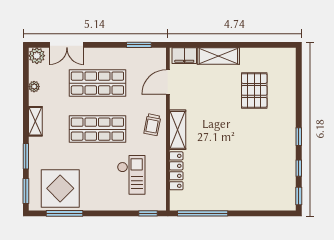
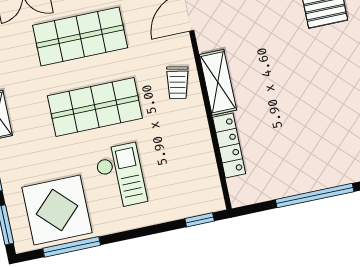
checkout: (131, 175) -> (121, 176), moved
window: (203, 213) -> (315, 196), moved

